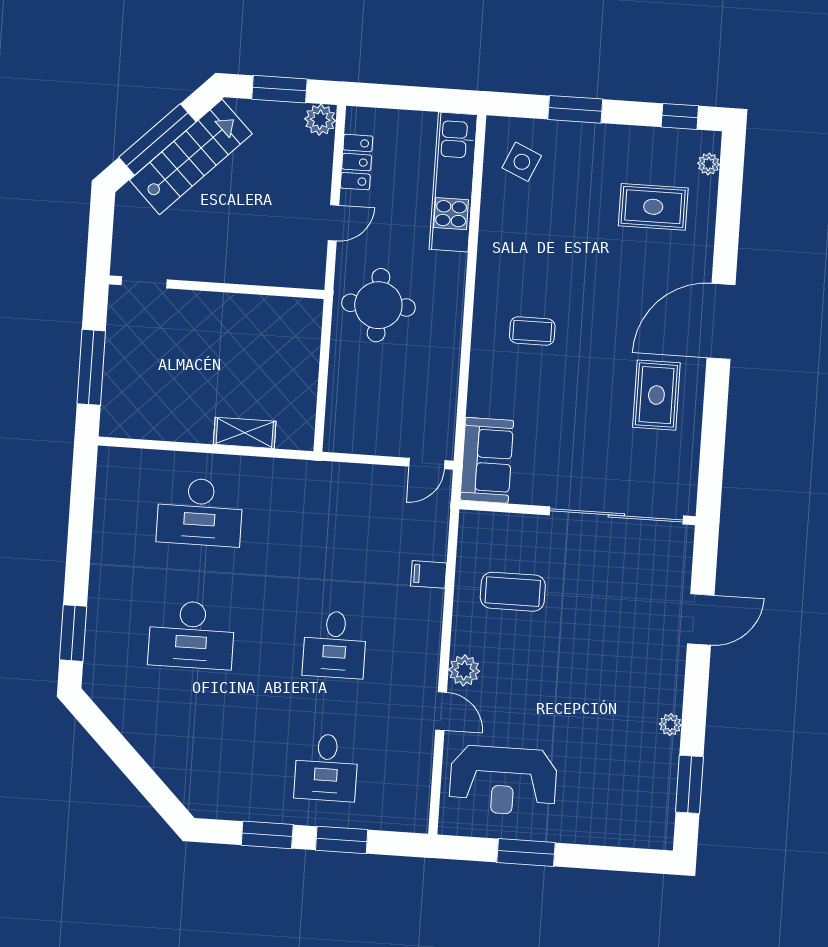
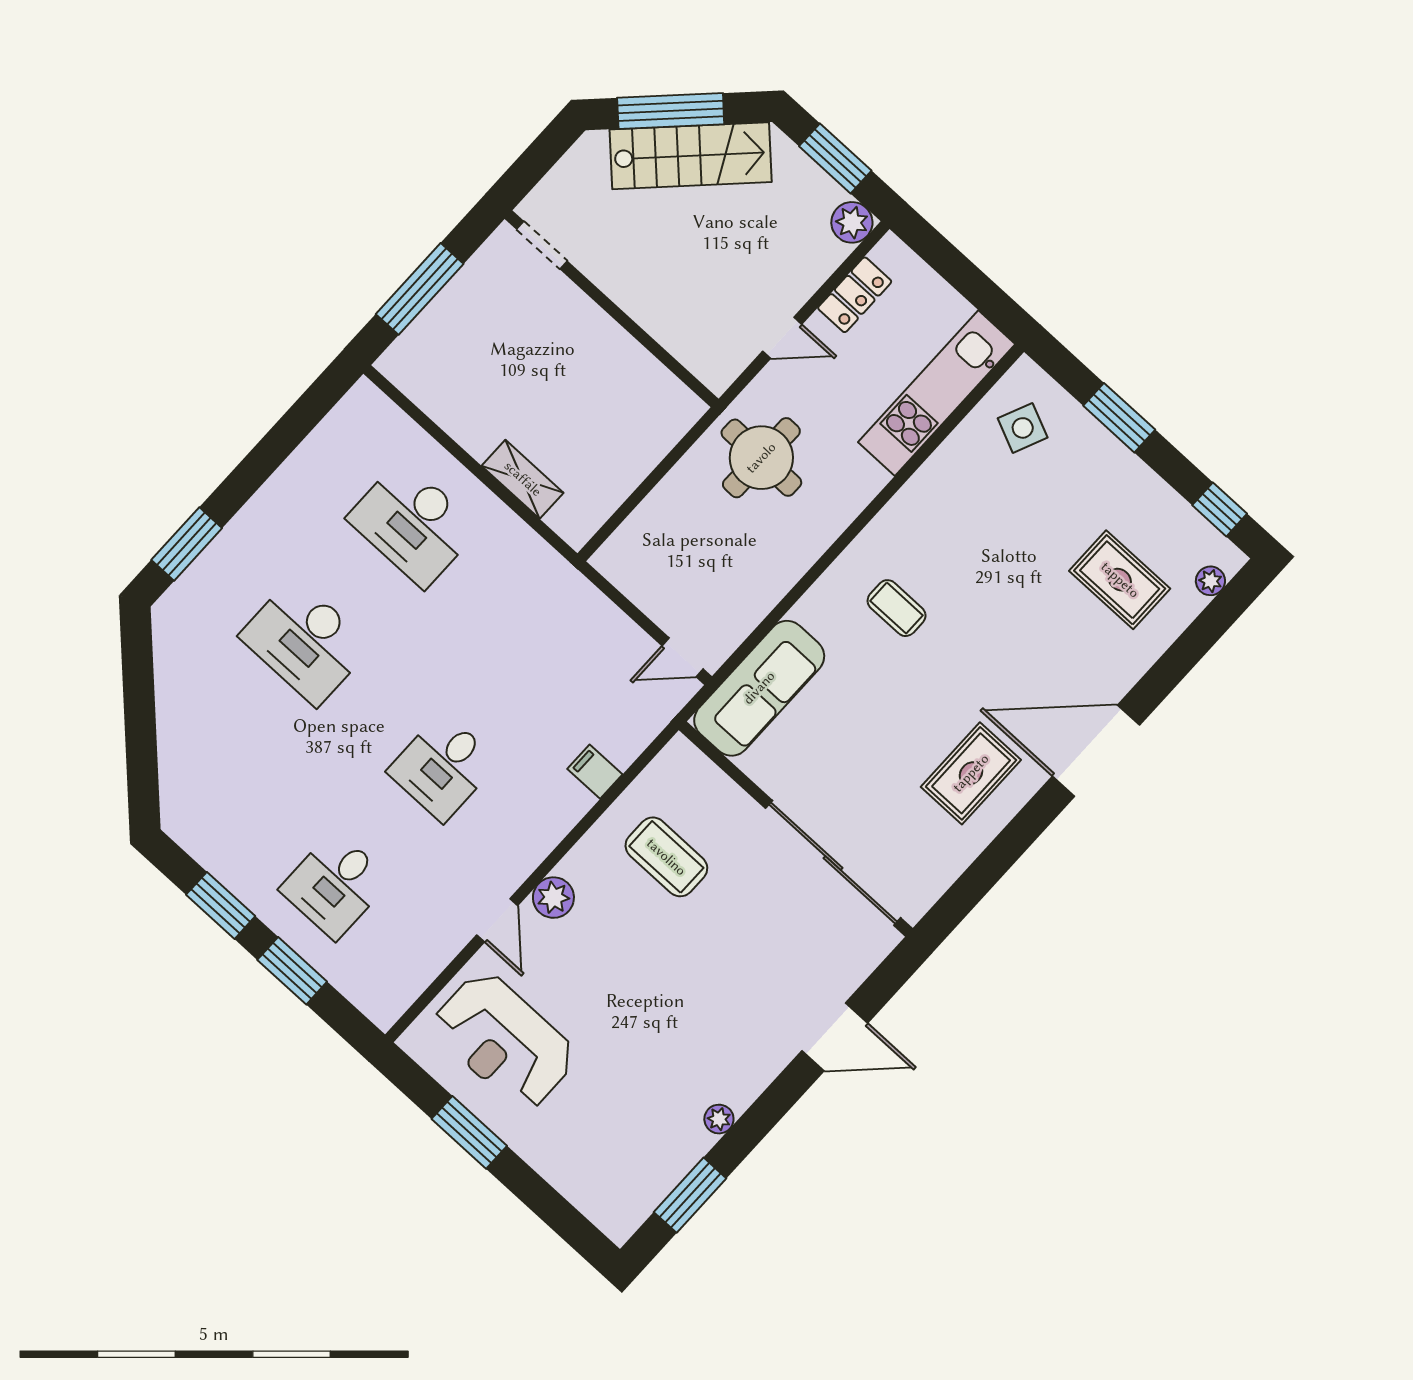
sofa: (487, 460) -> (759, 688), width x1.36

